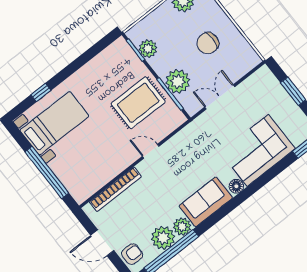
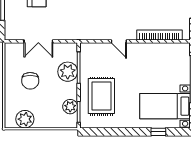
chair: (208, 43) -> (30, 81), turned 90
double door: (220, 97) -> (38, 41), moved
rug: (138, 103) -> (101, 96), moved, turned 90

